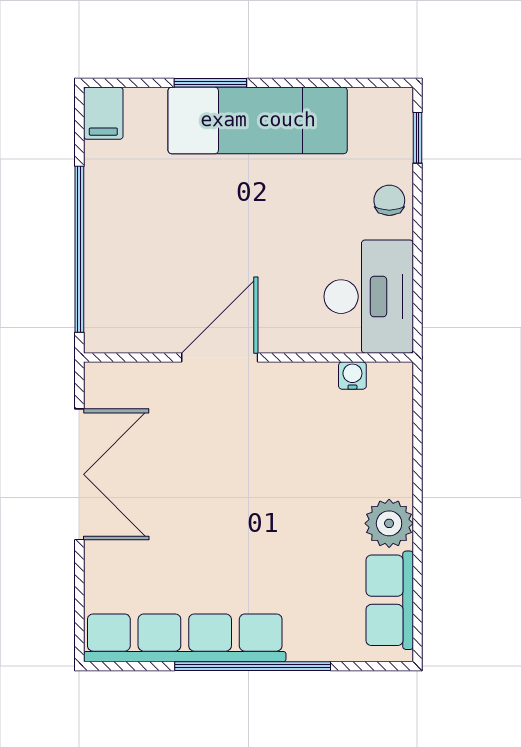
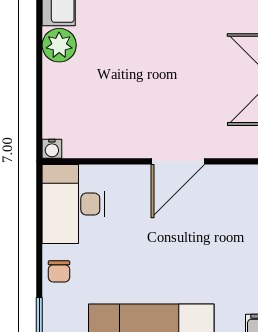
water cooler: (352, 376) -> (52, 149), moved

